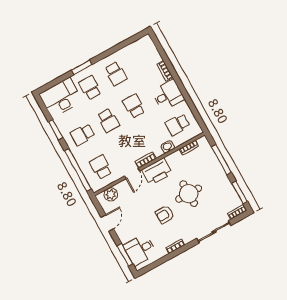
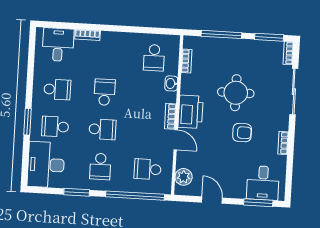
desk: (168, 95) -> (58, 45), moved
school desk: (134, 106) -> (105, 92), turned 90
armchair: (165, 215) -> (242, 133), turned -90

